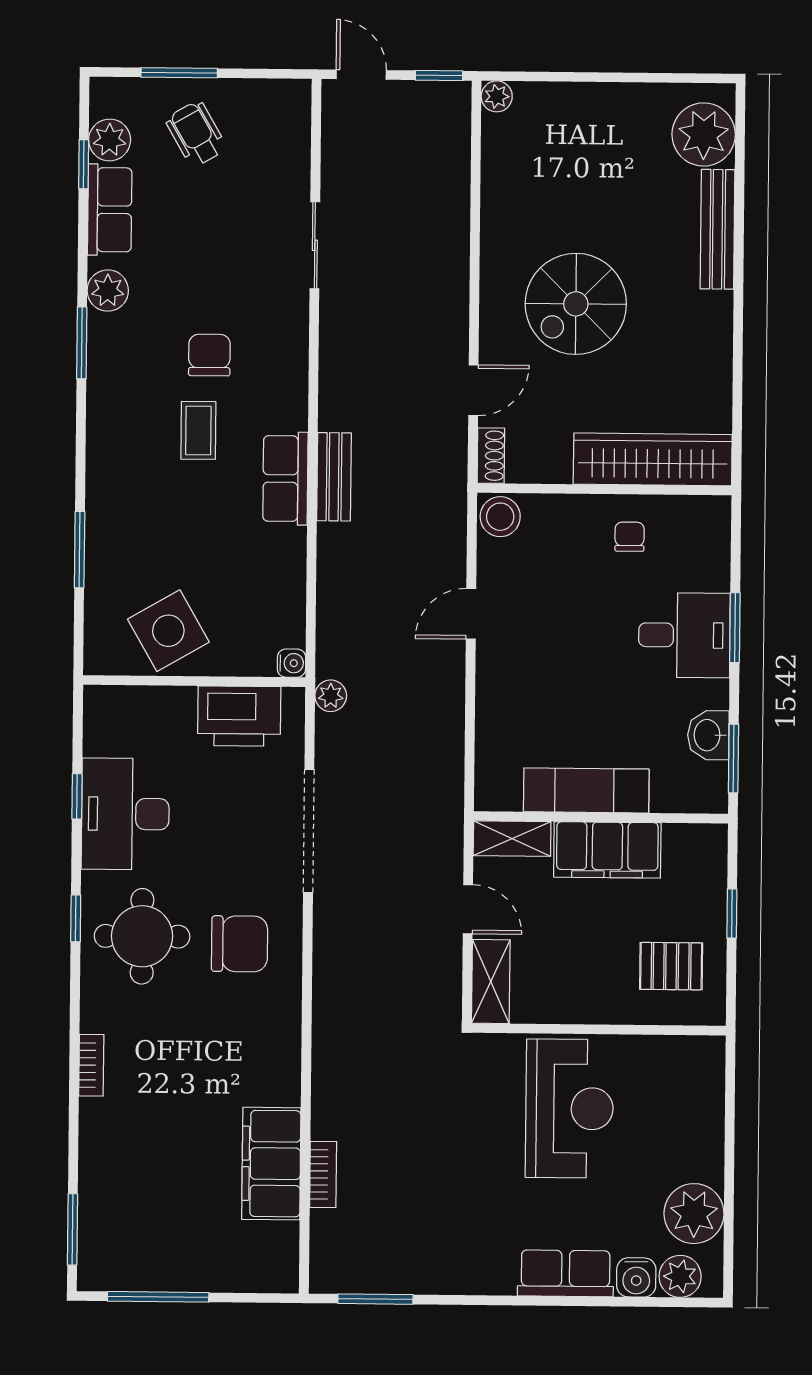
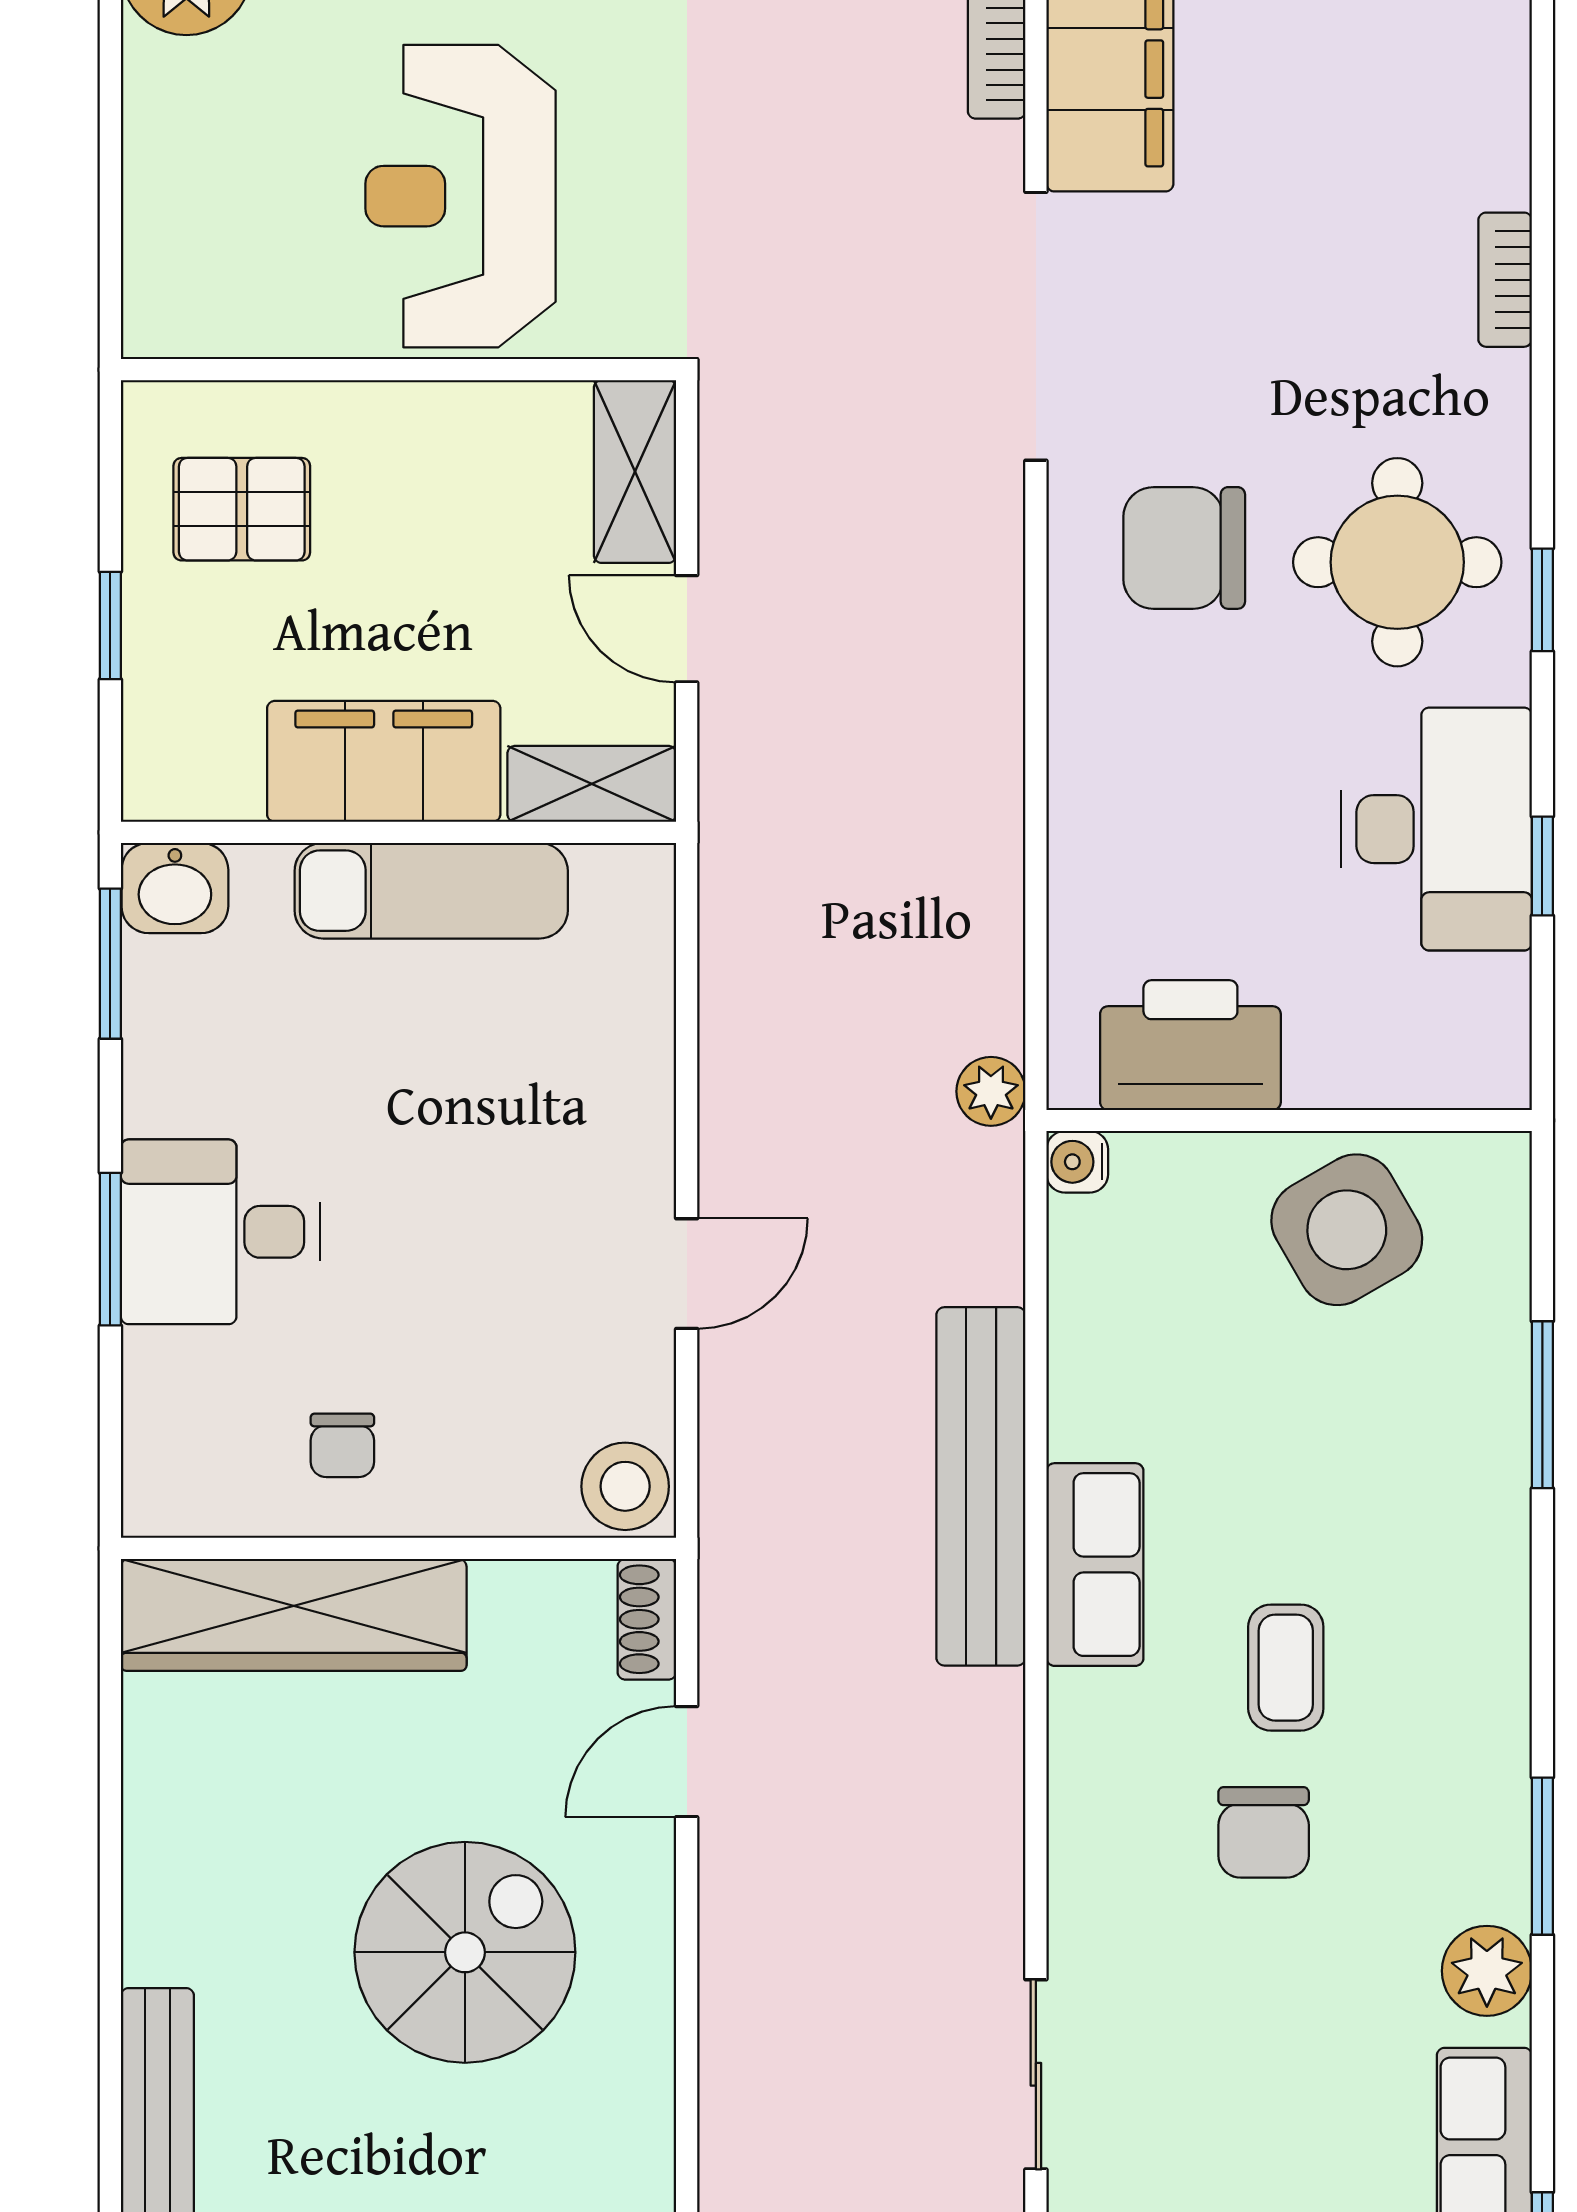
bench: (334, 477) -> (981, 1486), width x1.86, depth x1.21
washbasin: (708, 735) -> (175, 888), moved, turned 90
doorway: (309, 831) -> (1036, 326), moved

